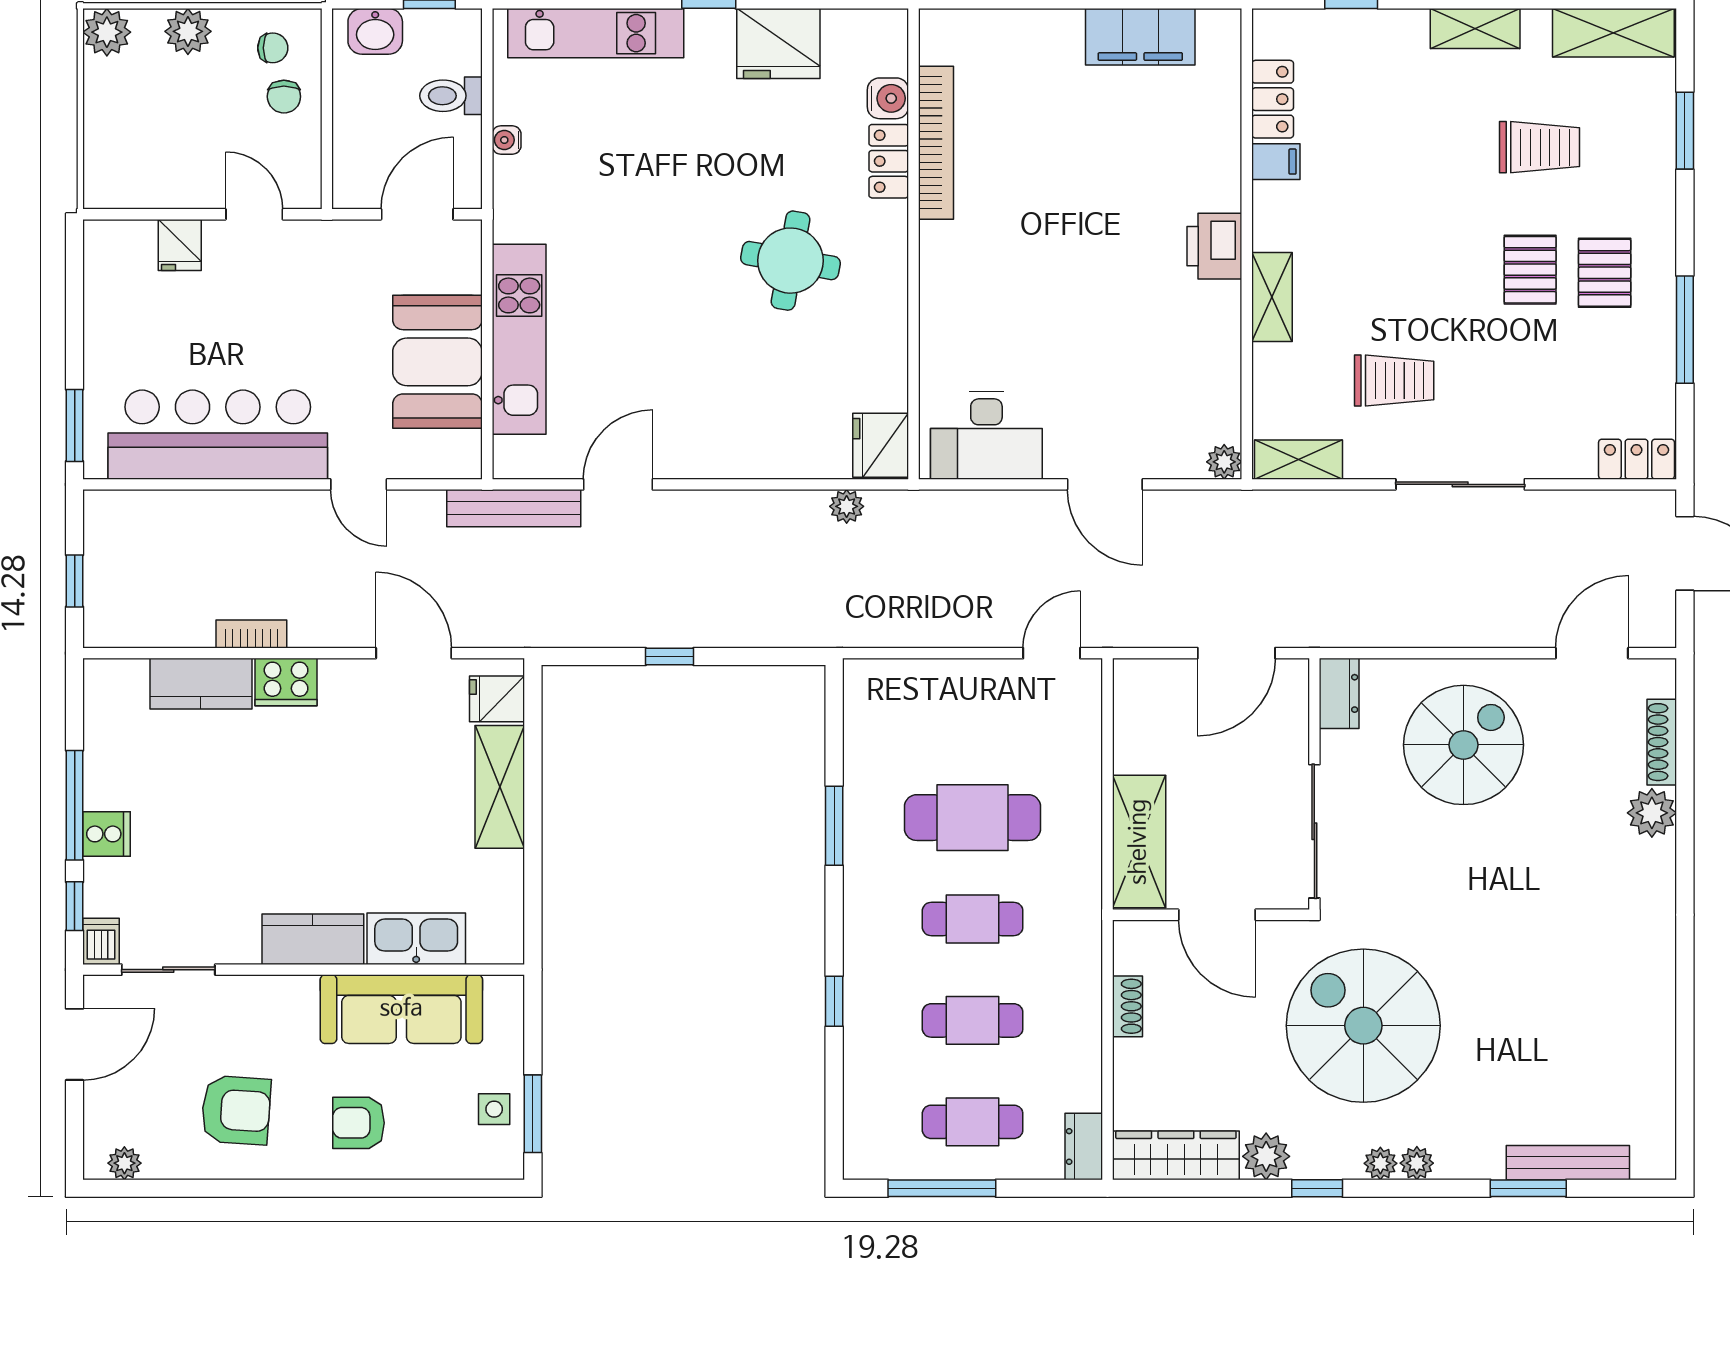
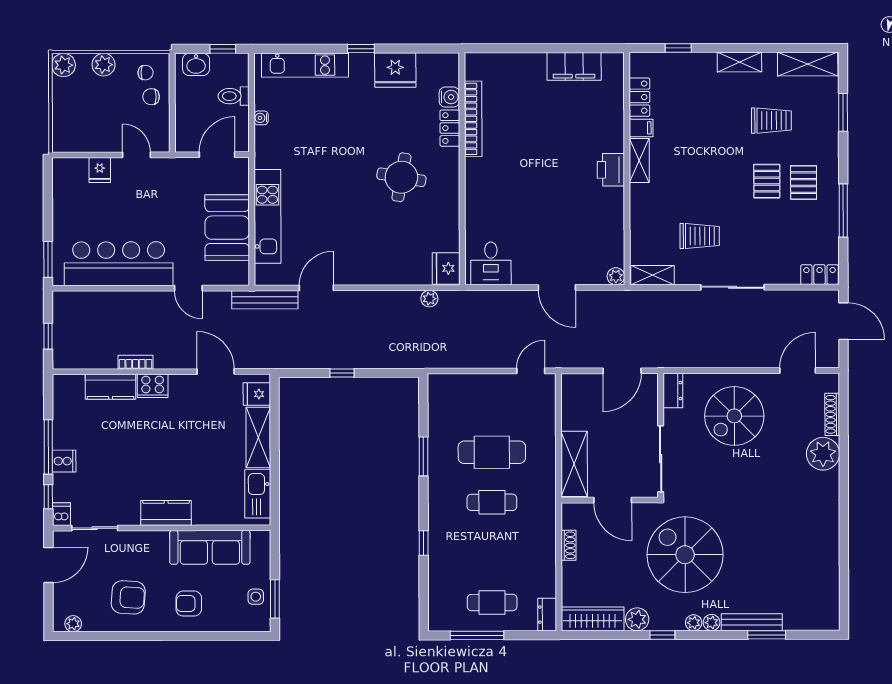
chair: (284, 97) -> (151, 97), turned 90
shelving: (1272, 297) -> (639, 161), moved
desk: (986, 436) -> (491, 264), width x0.73
spiral stairs: (1463, 745) -> (734, 416), turned 180
plant: (1652, 813) -> (823, 454), width x1.36, depth x1.36
kitchen sink: (416, 939) -> (258, 494), moved, turned -90
cafe table: (973, 1020) -> (492, 552), removed
bench: (1568, 1163) -> (752, 622), moved

